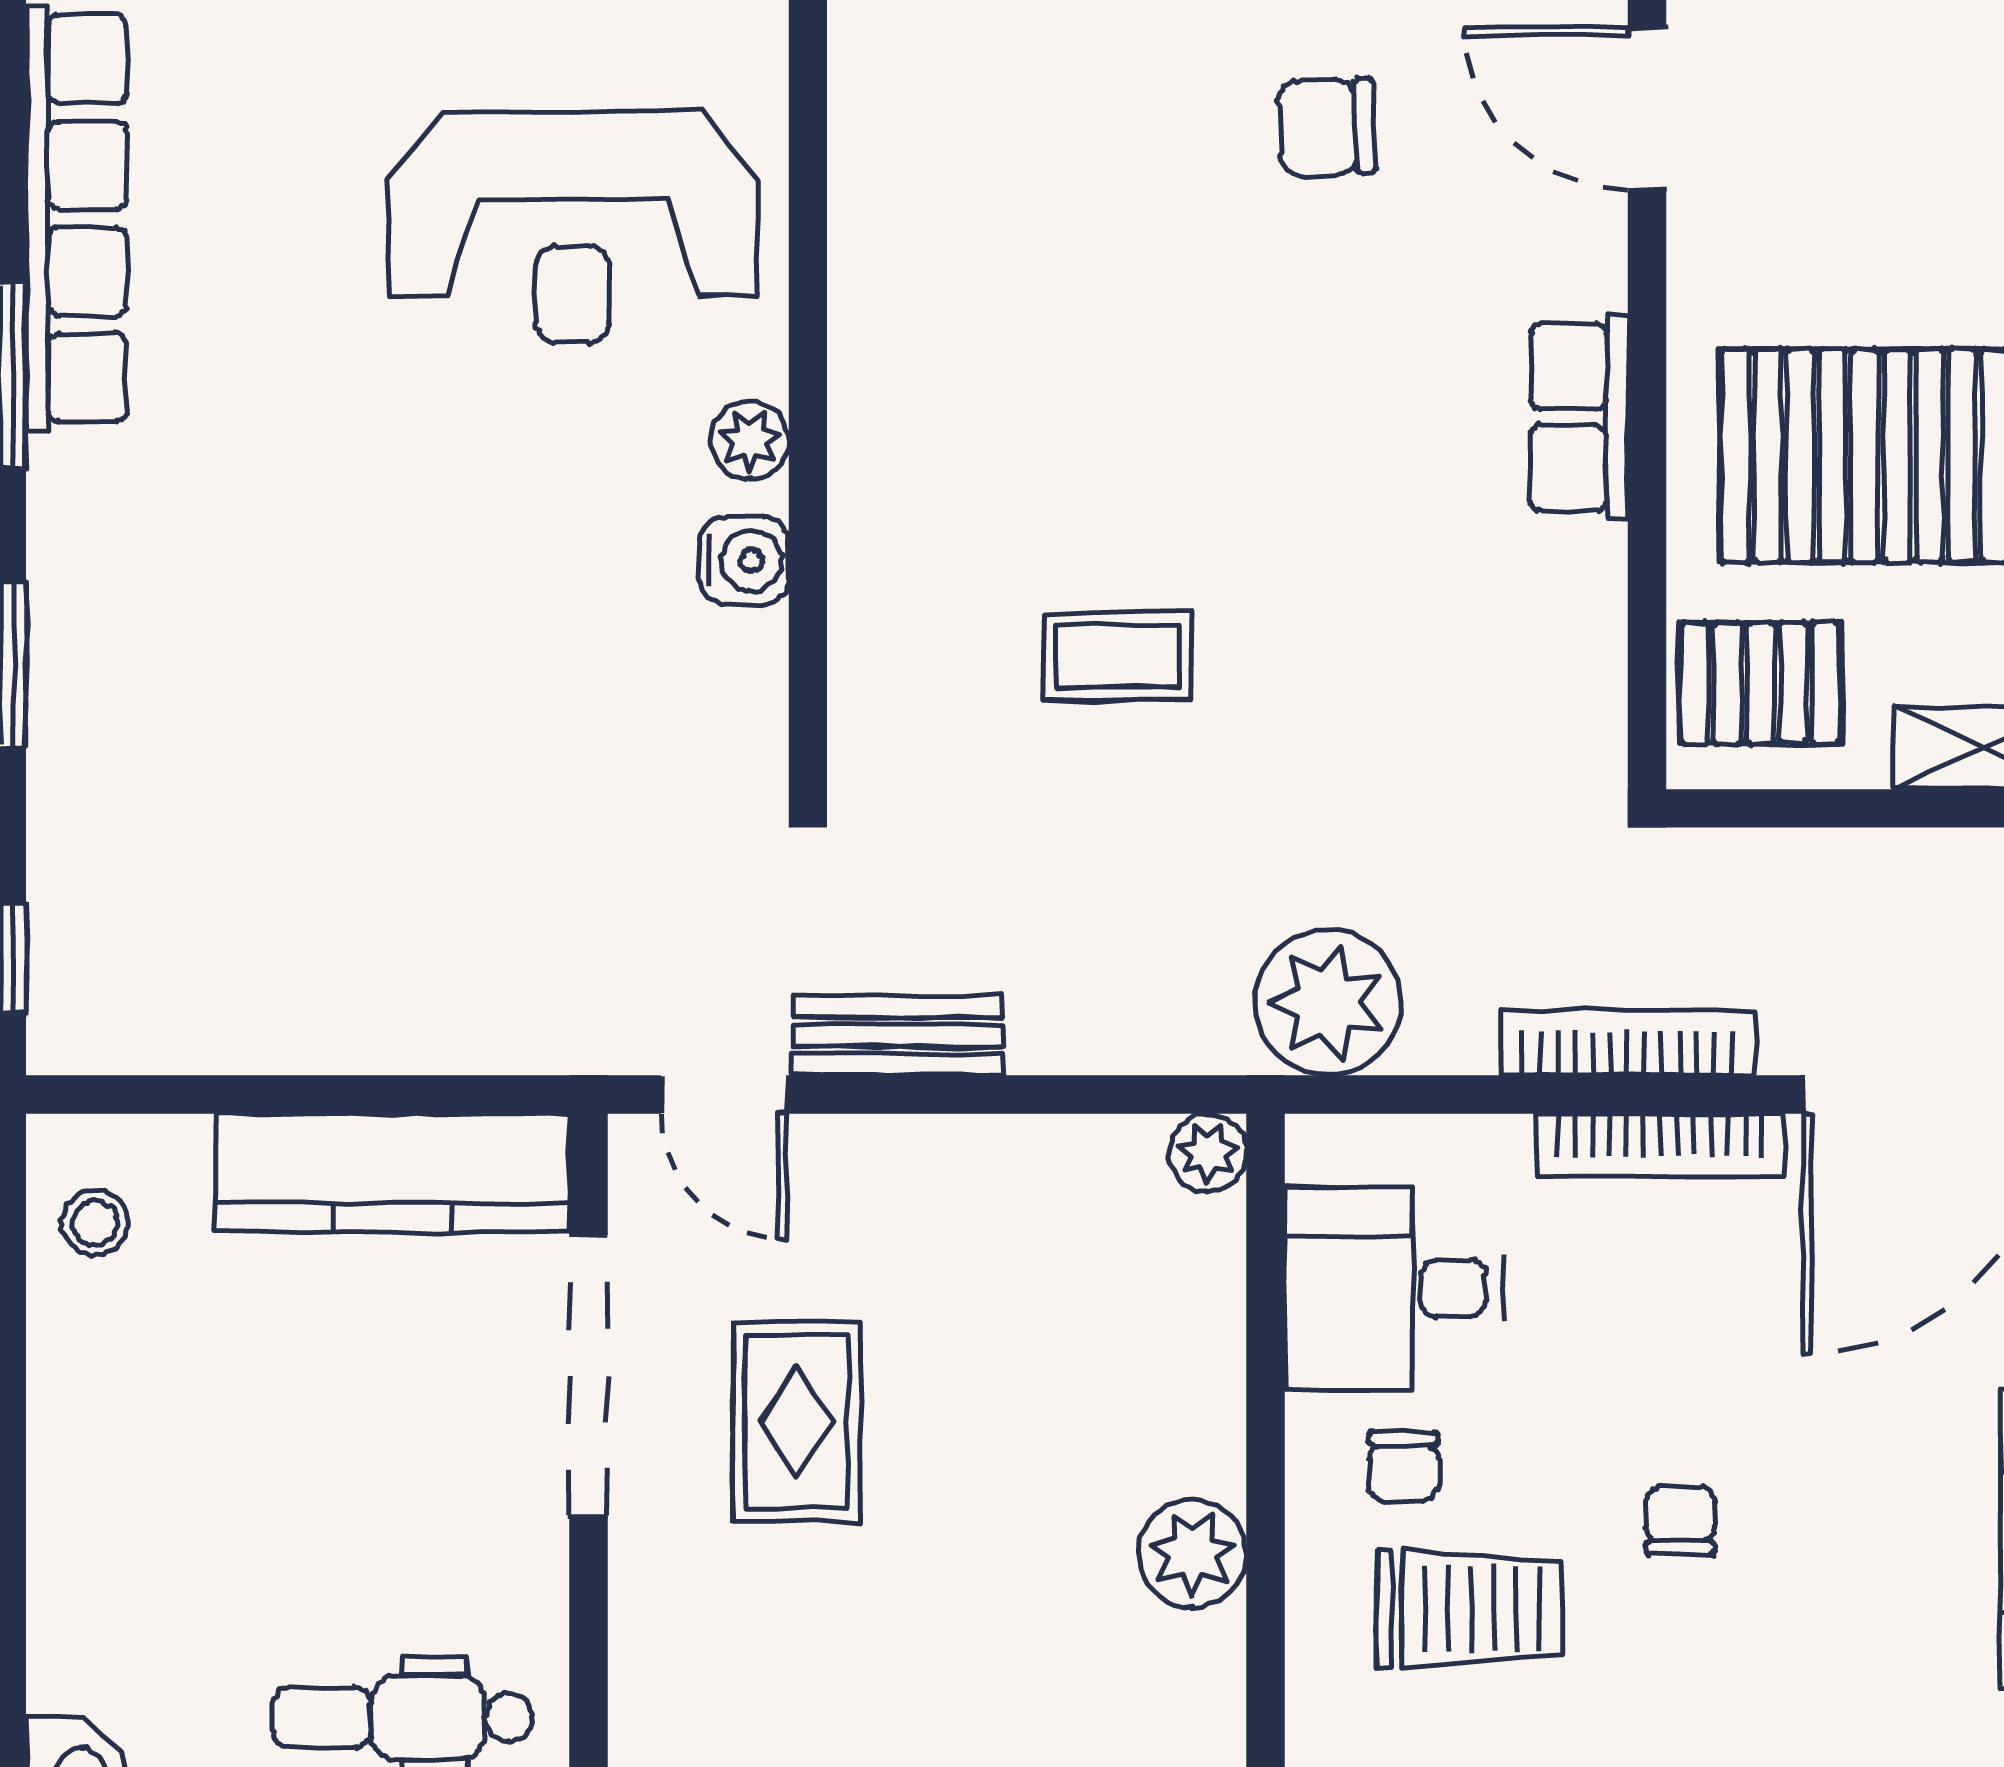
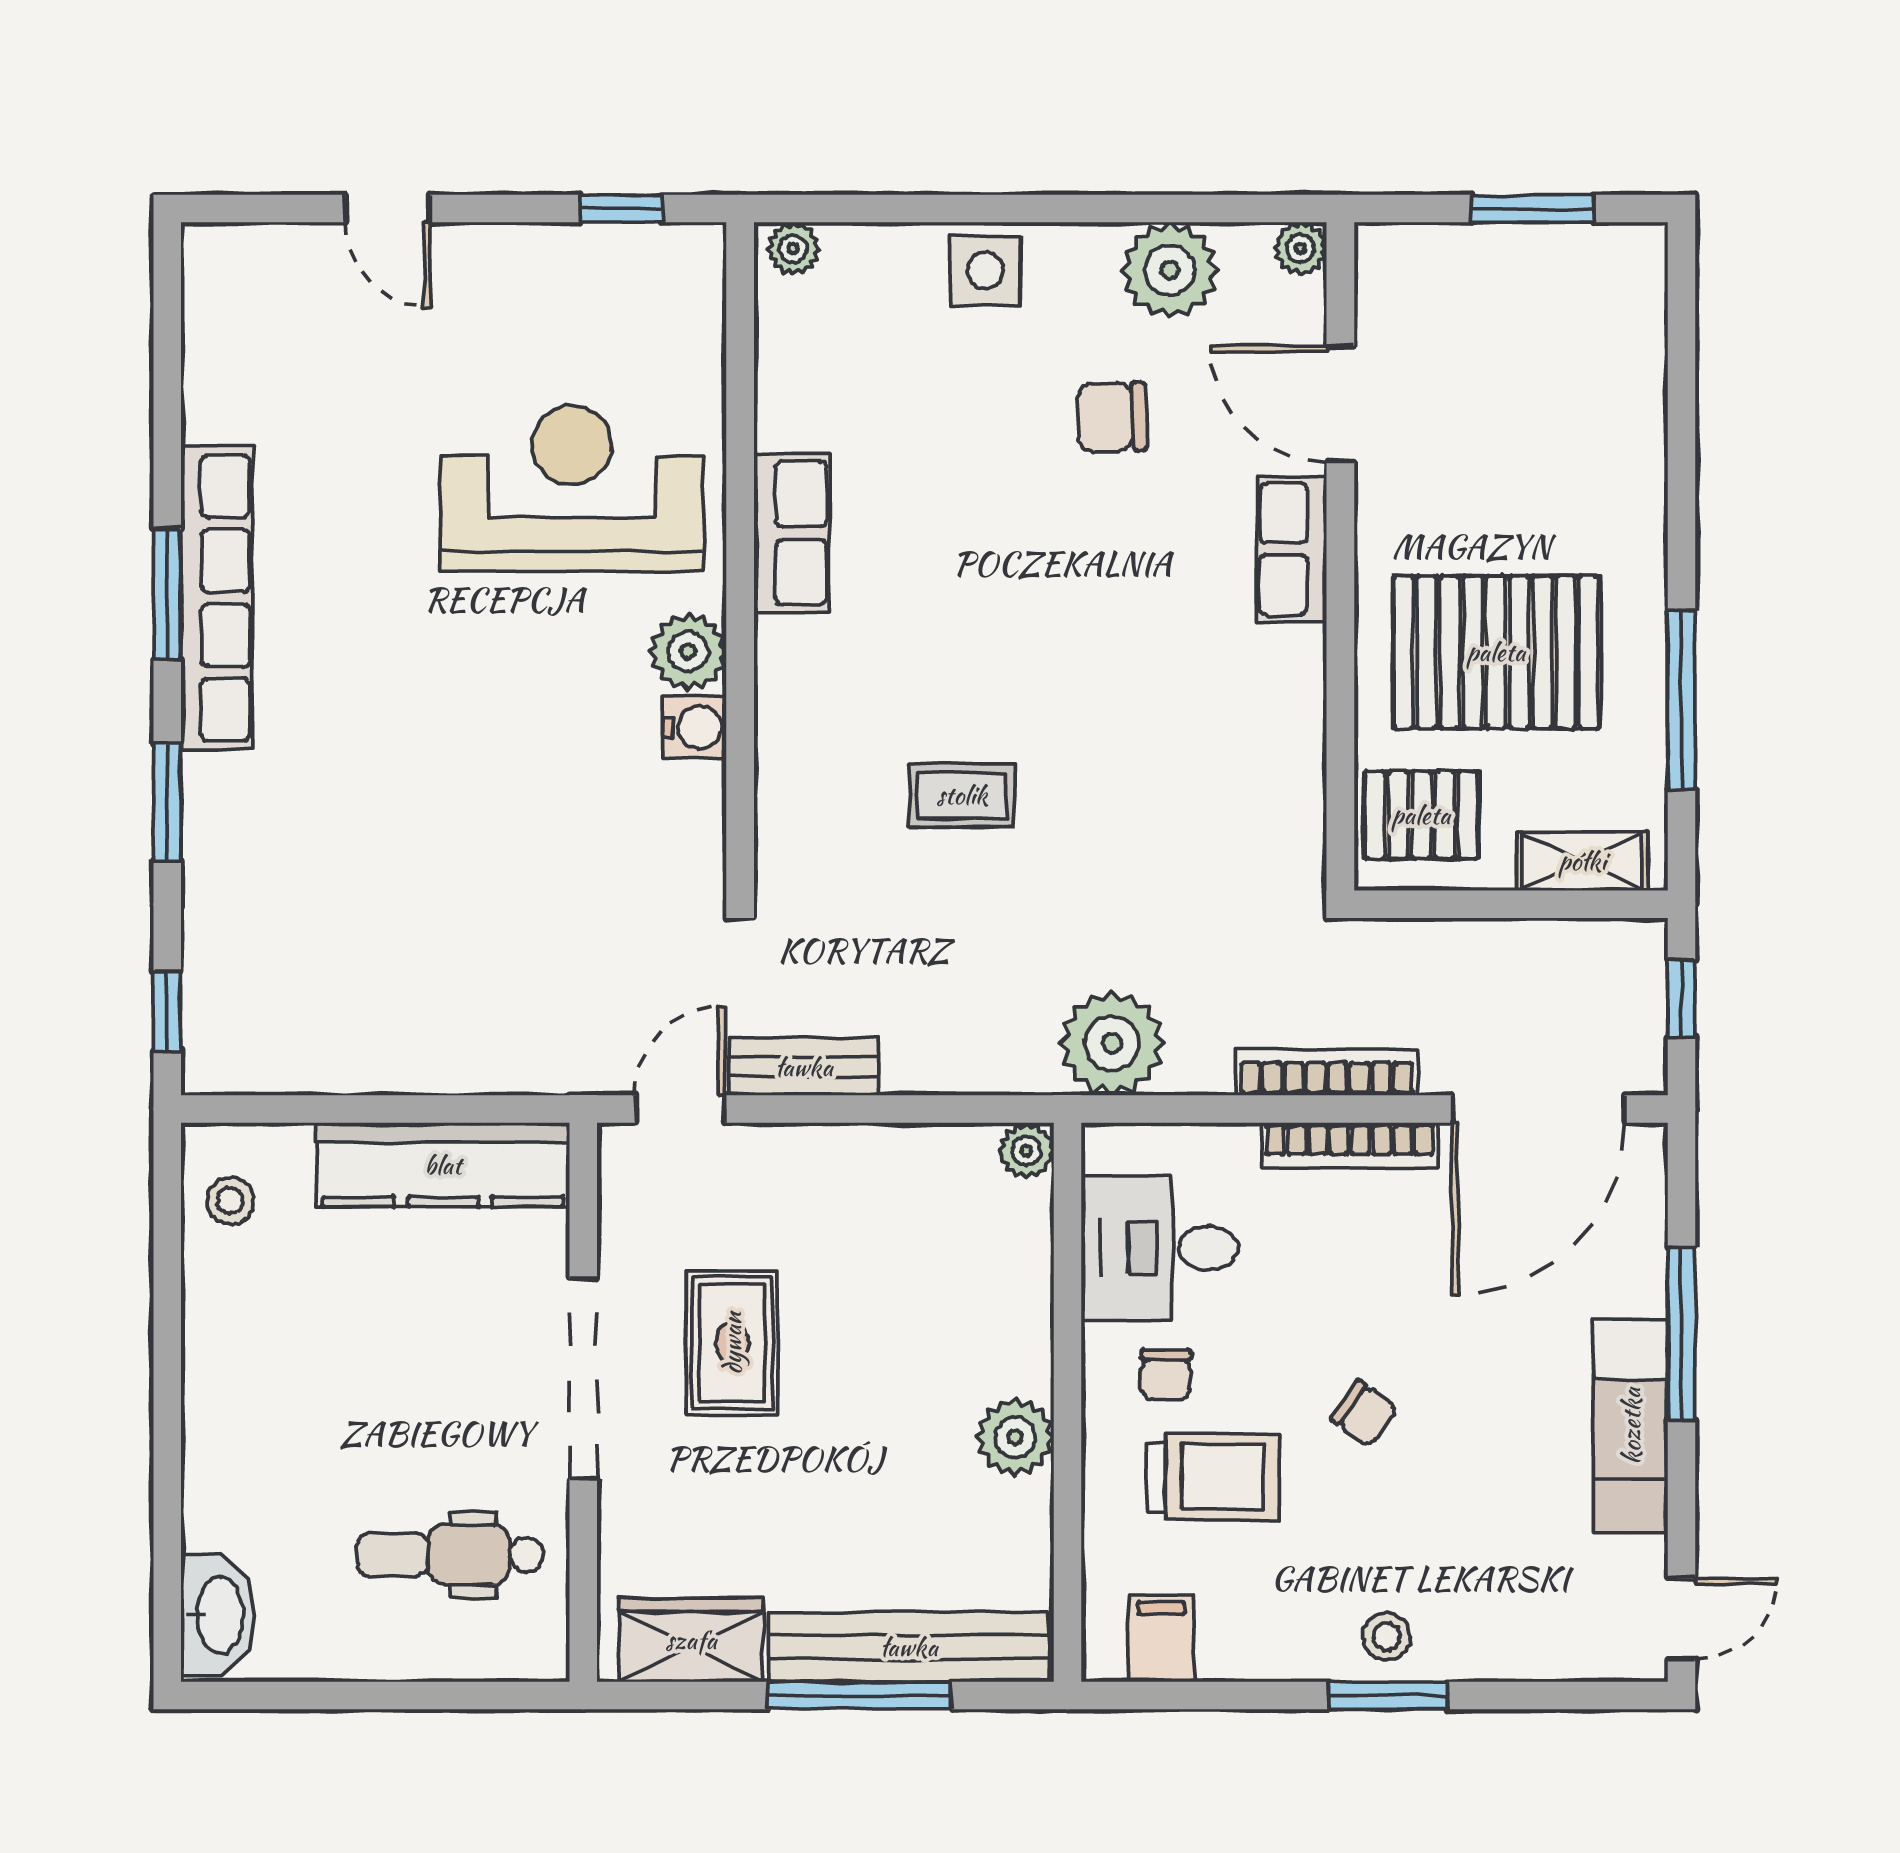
row of seats: (76, 218) -> (217, 598), moved
reception desk: (572, 227) -> (572, 488), turned 180
row of seats: (880, 289) -> (792, 533), added
row of seats: (1579, 417) -> (1292, 549), moved
plant: (750, 441) -> (688, 652), width x1.38, depth x1.38
door: (724, 1094) -> (680, 1109), swing flipped
doorway: (589, 1376) -> (583, 1379), moved
chair: (1680, 1520) -> (1364, 1414), turned 126

